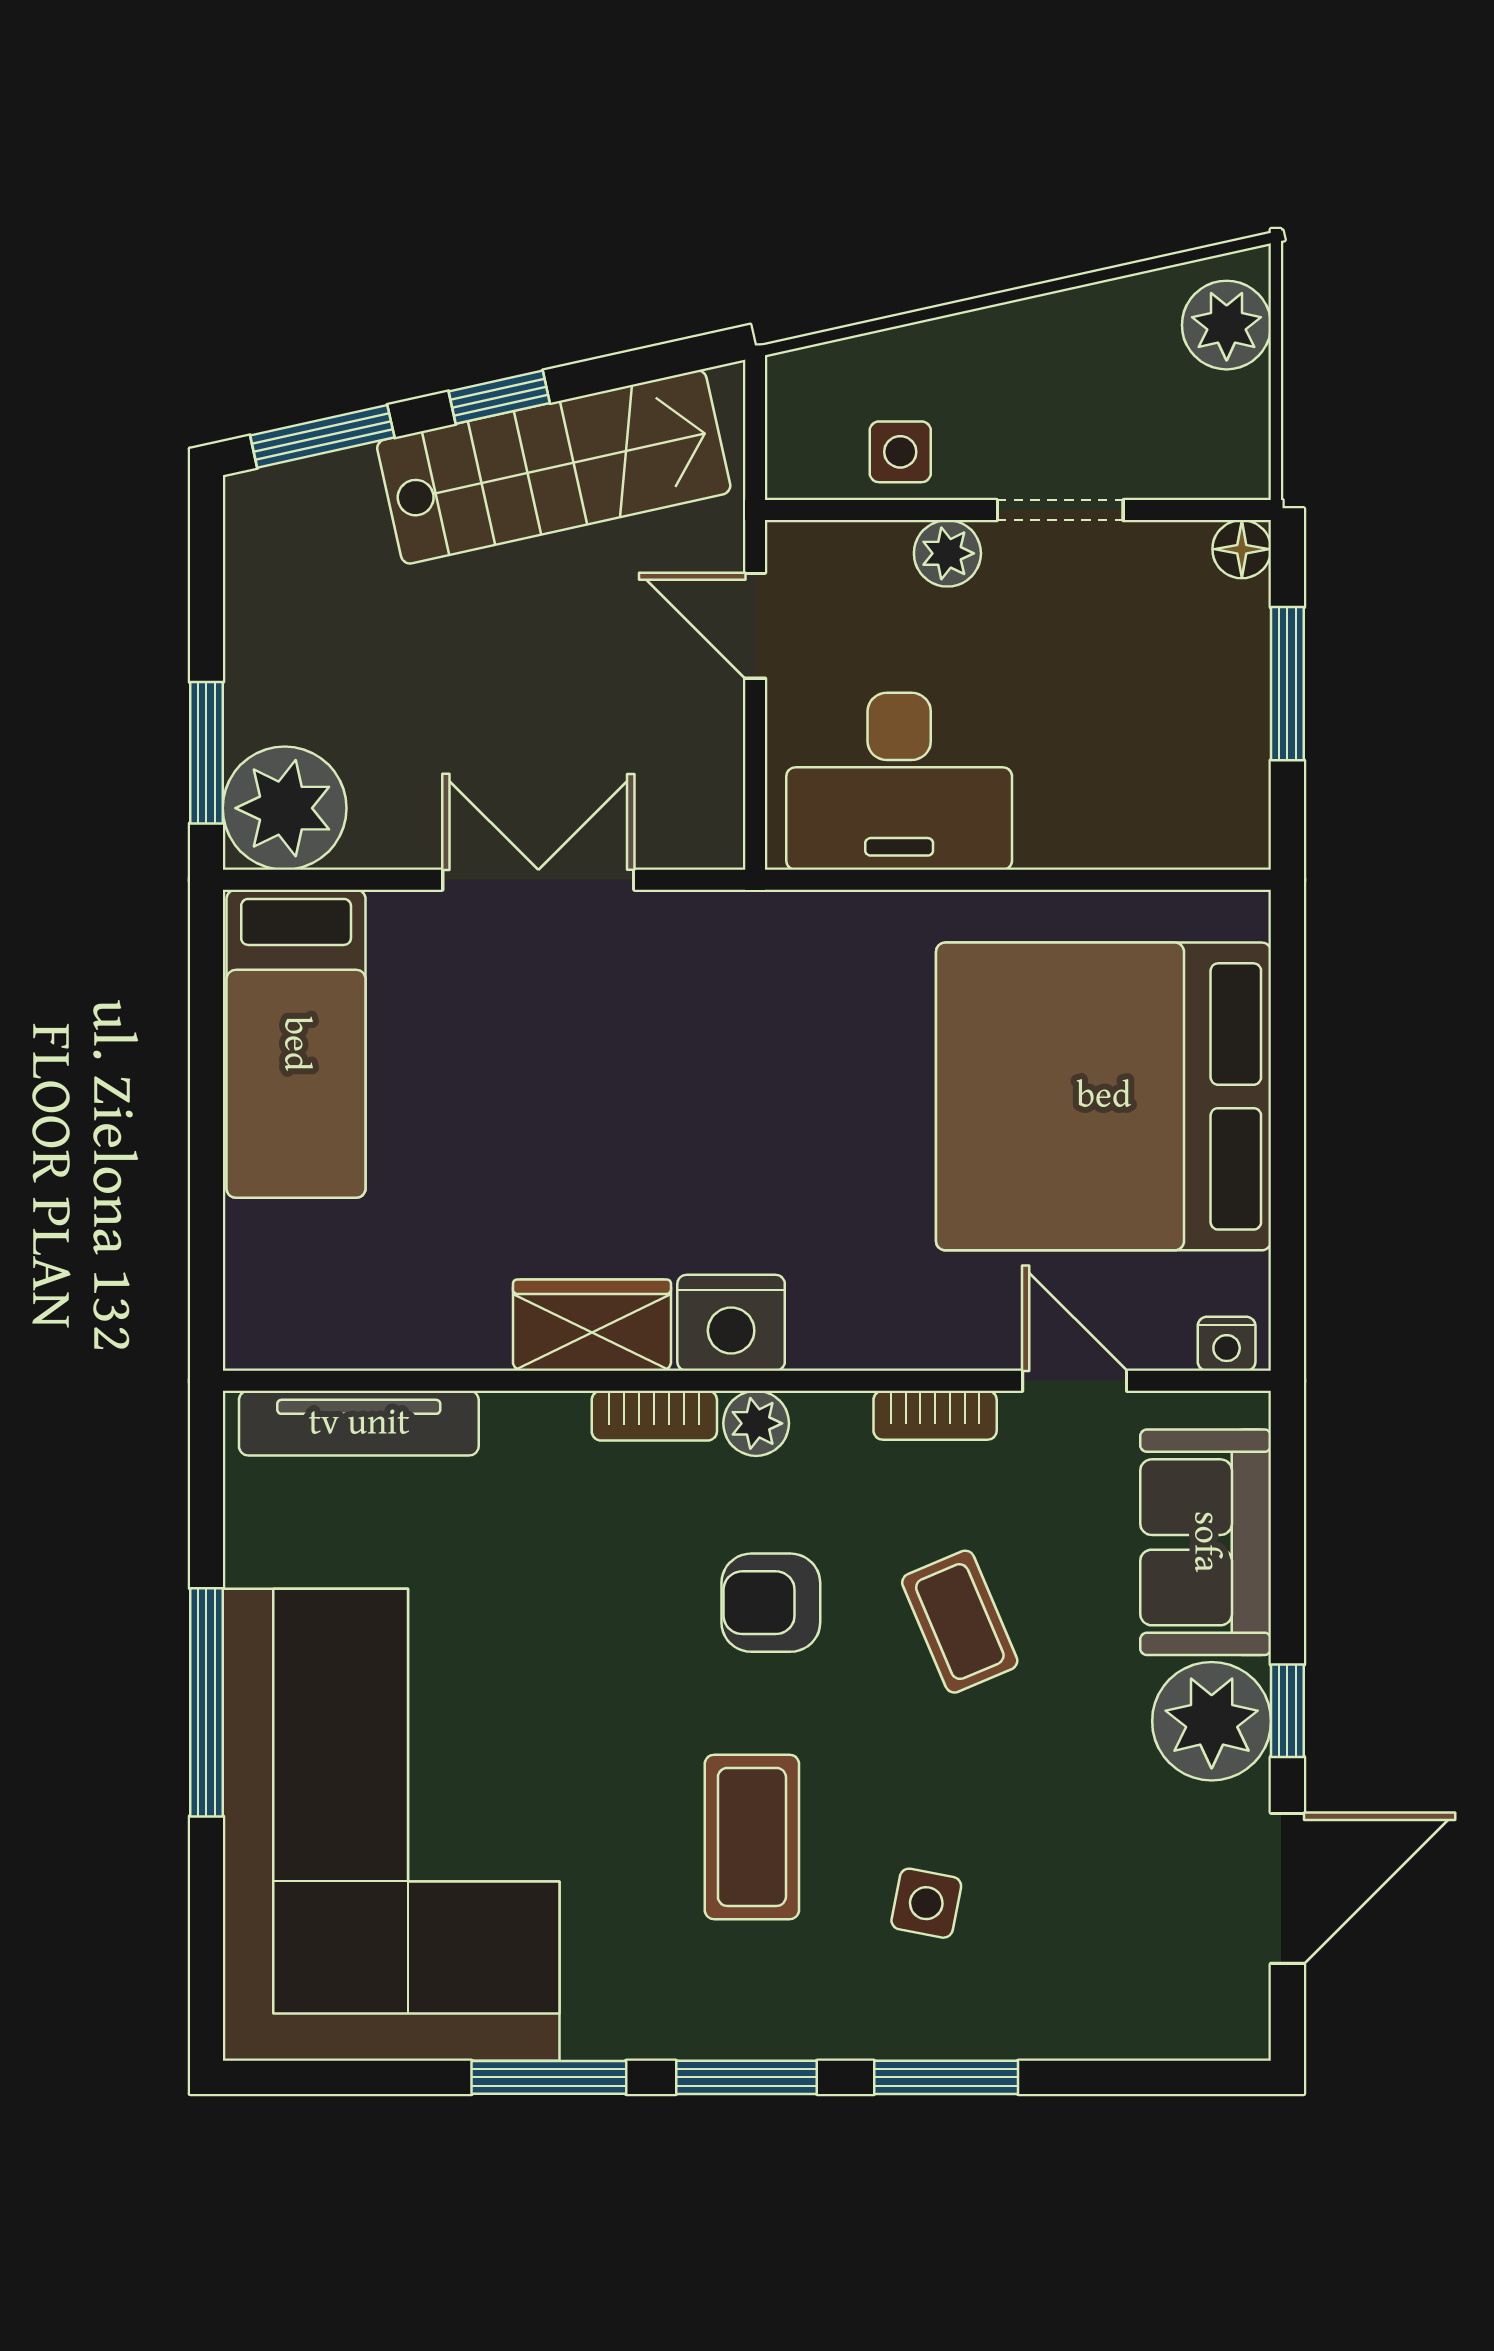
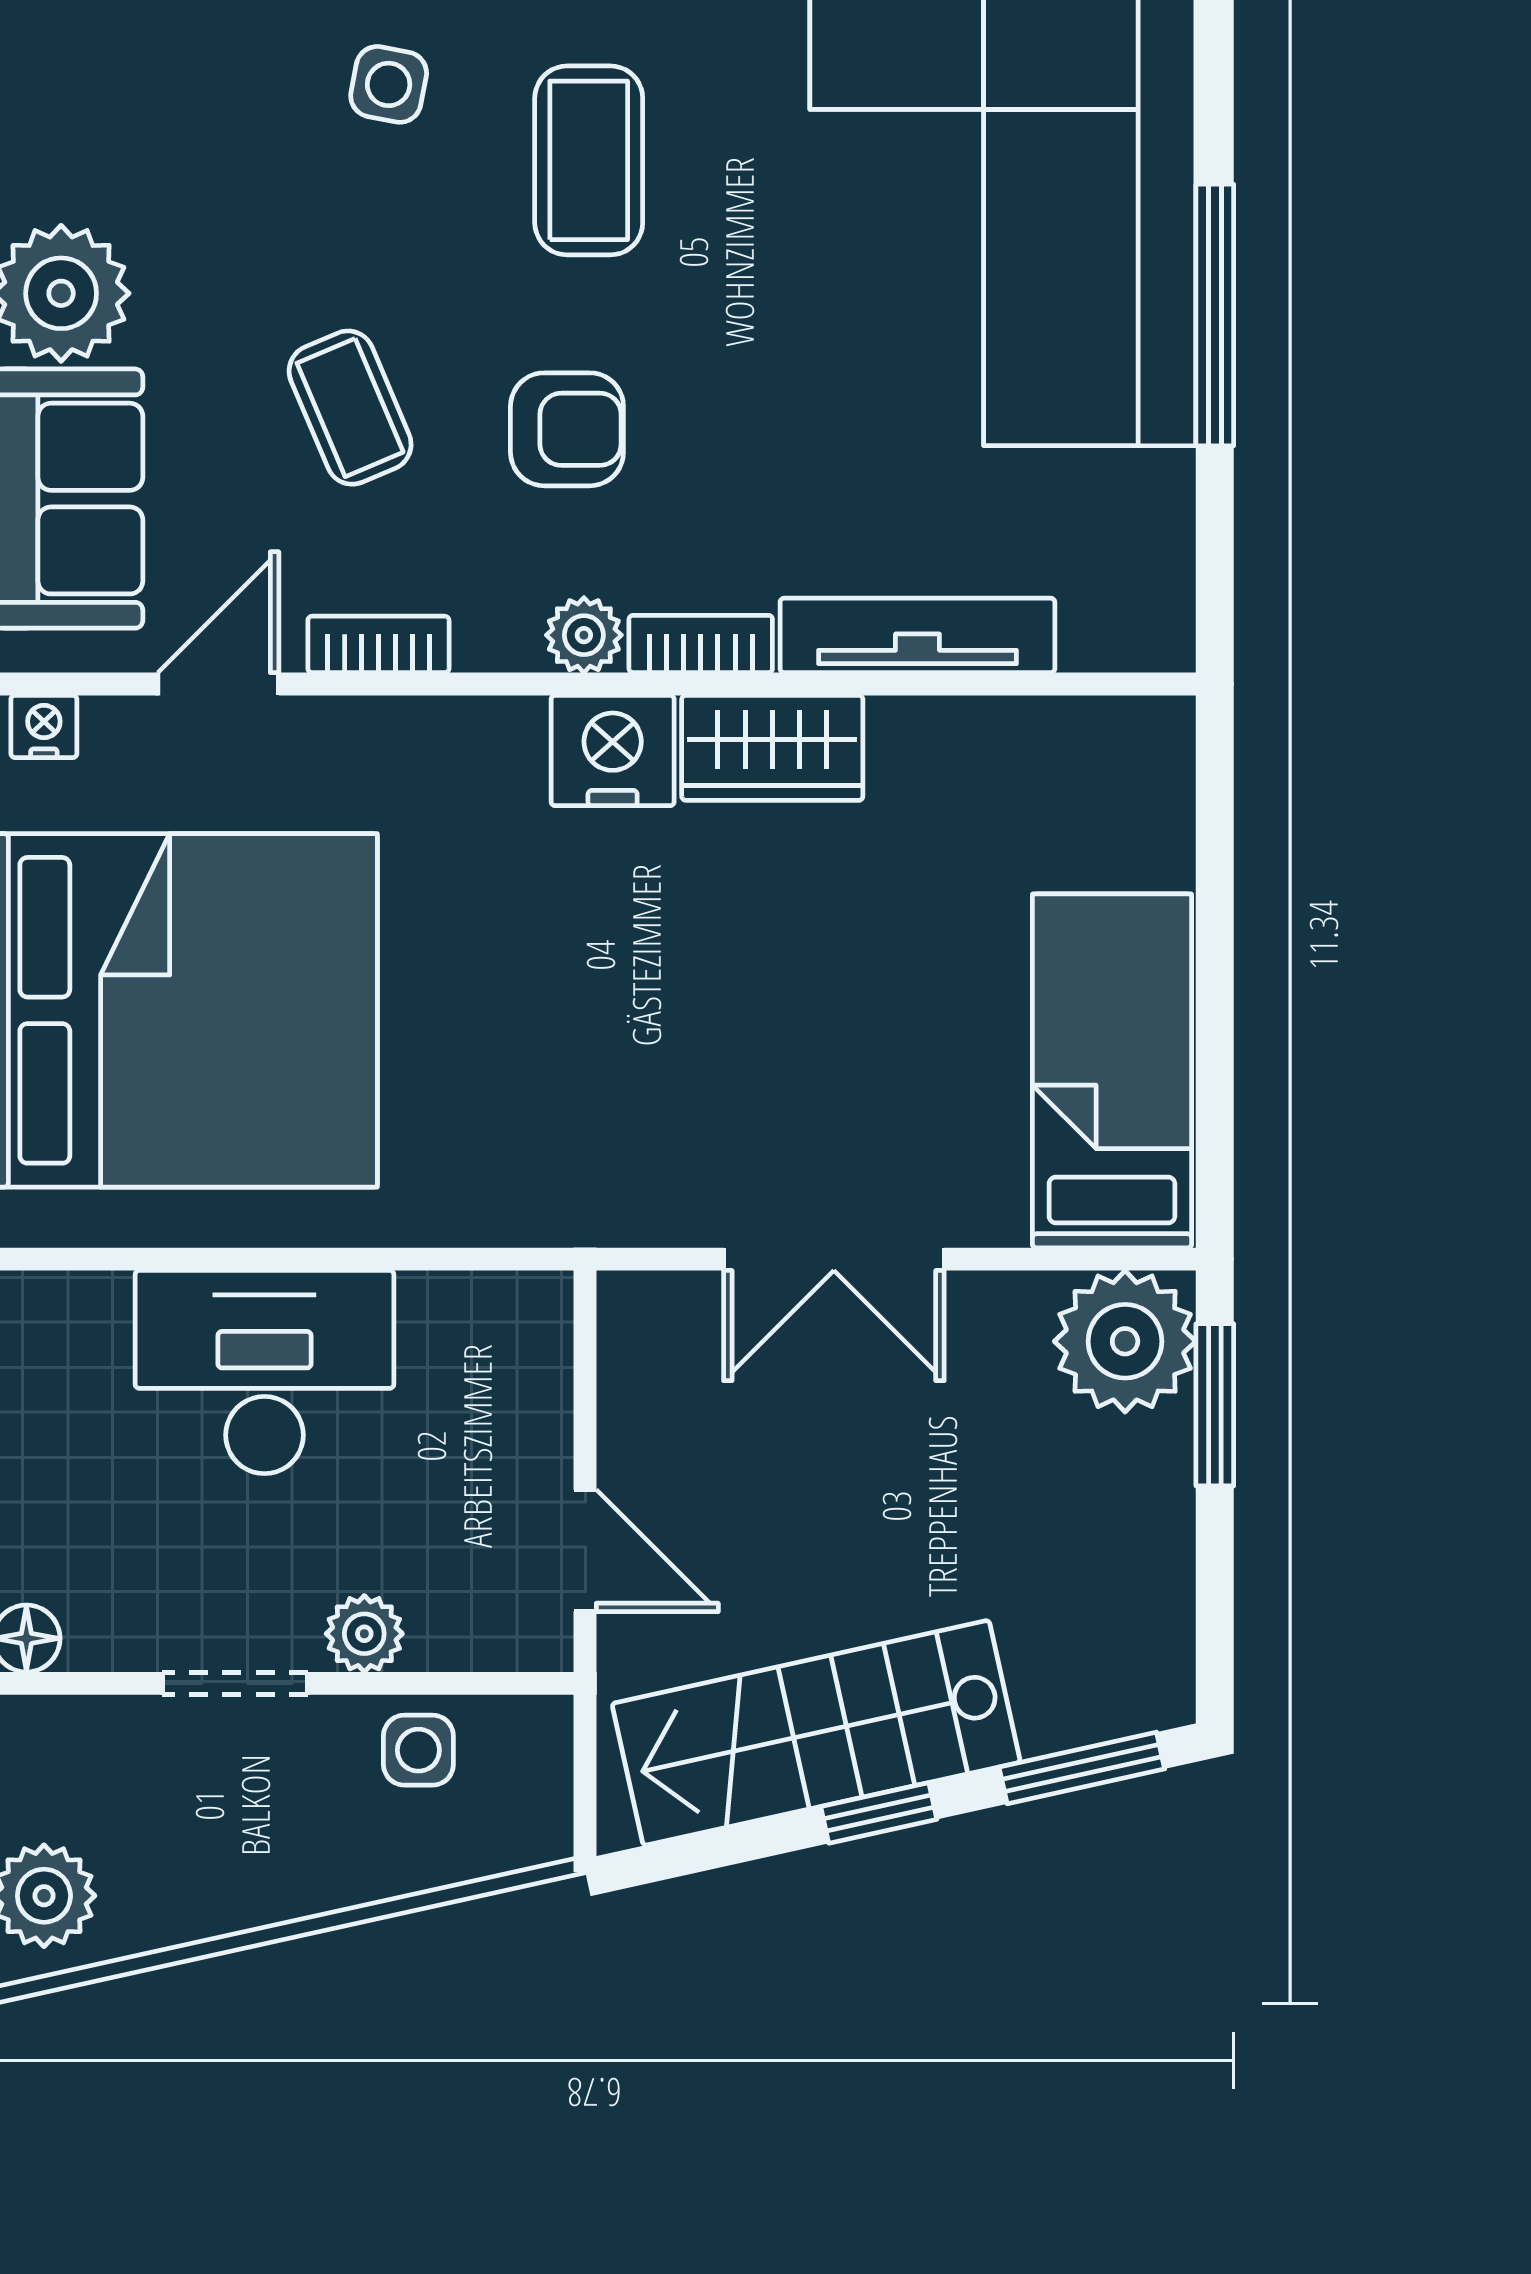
desk: (899, 781) -> (264, 1372), moved
door: (1075, 1381) -> (218, 684), swing flipped
tv unit: (359, 1423) -> (917, 635), moved

